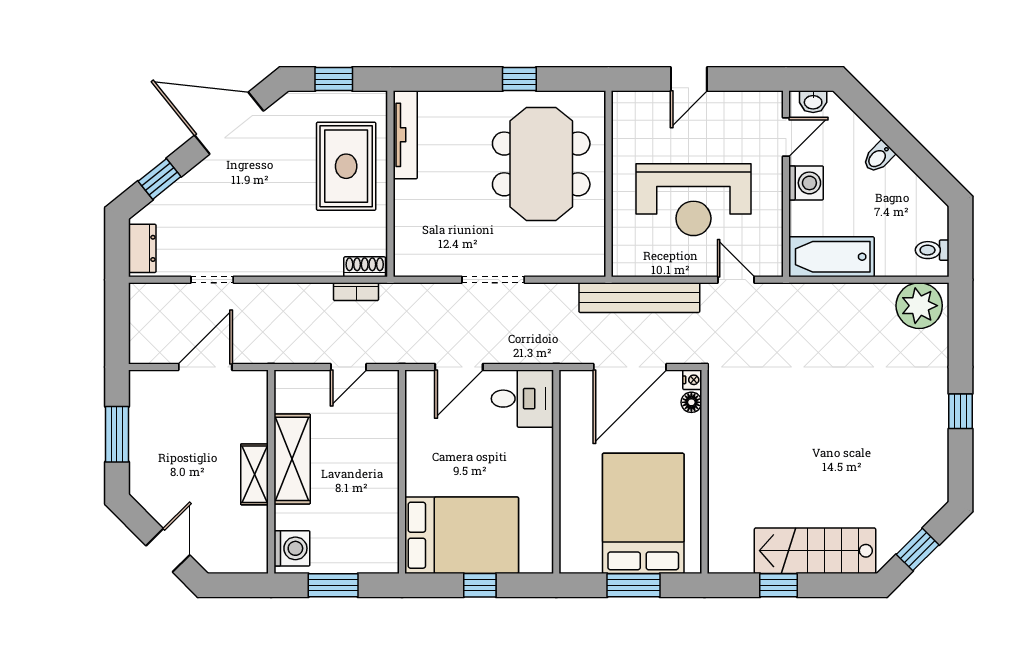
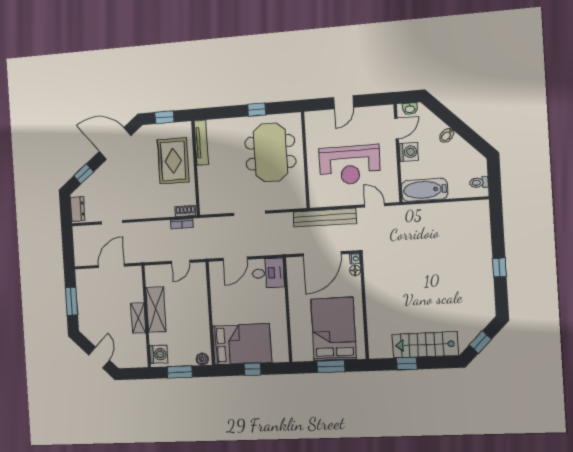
plant: (919, 306) -> (474, 213), removed
boiler: (380, 561) -> (202, 359), added

